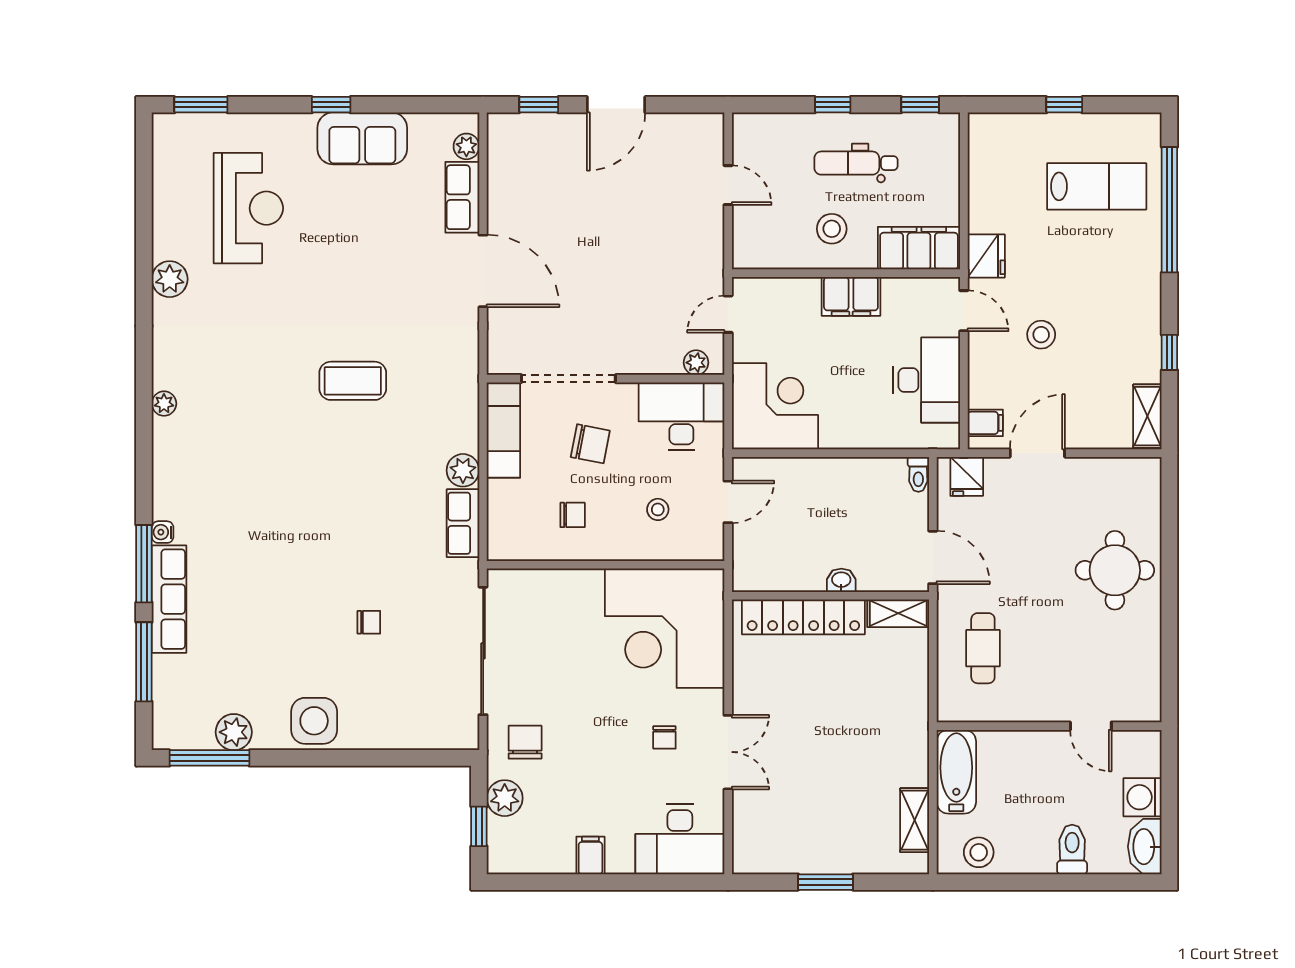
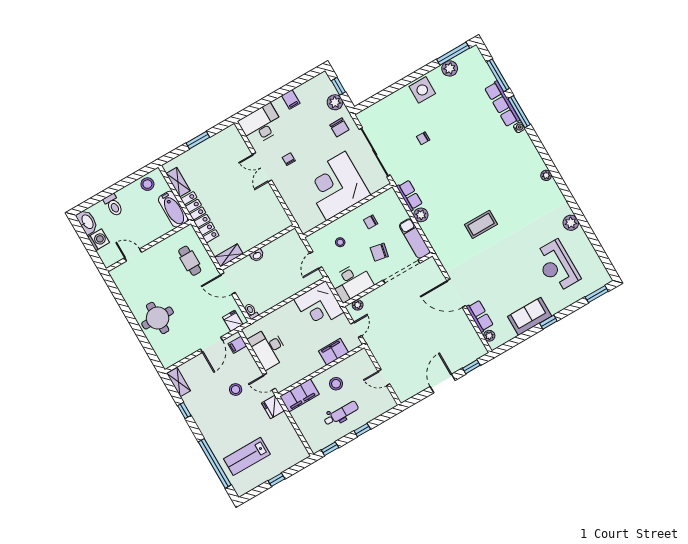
filing cabinet: (851, 296) -> (333, 352), moved
locker: (803, 617) -> (200, 217), moved, turned 90
corner desk: (665, 628) -> (336, 186), moved, turned -90

